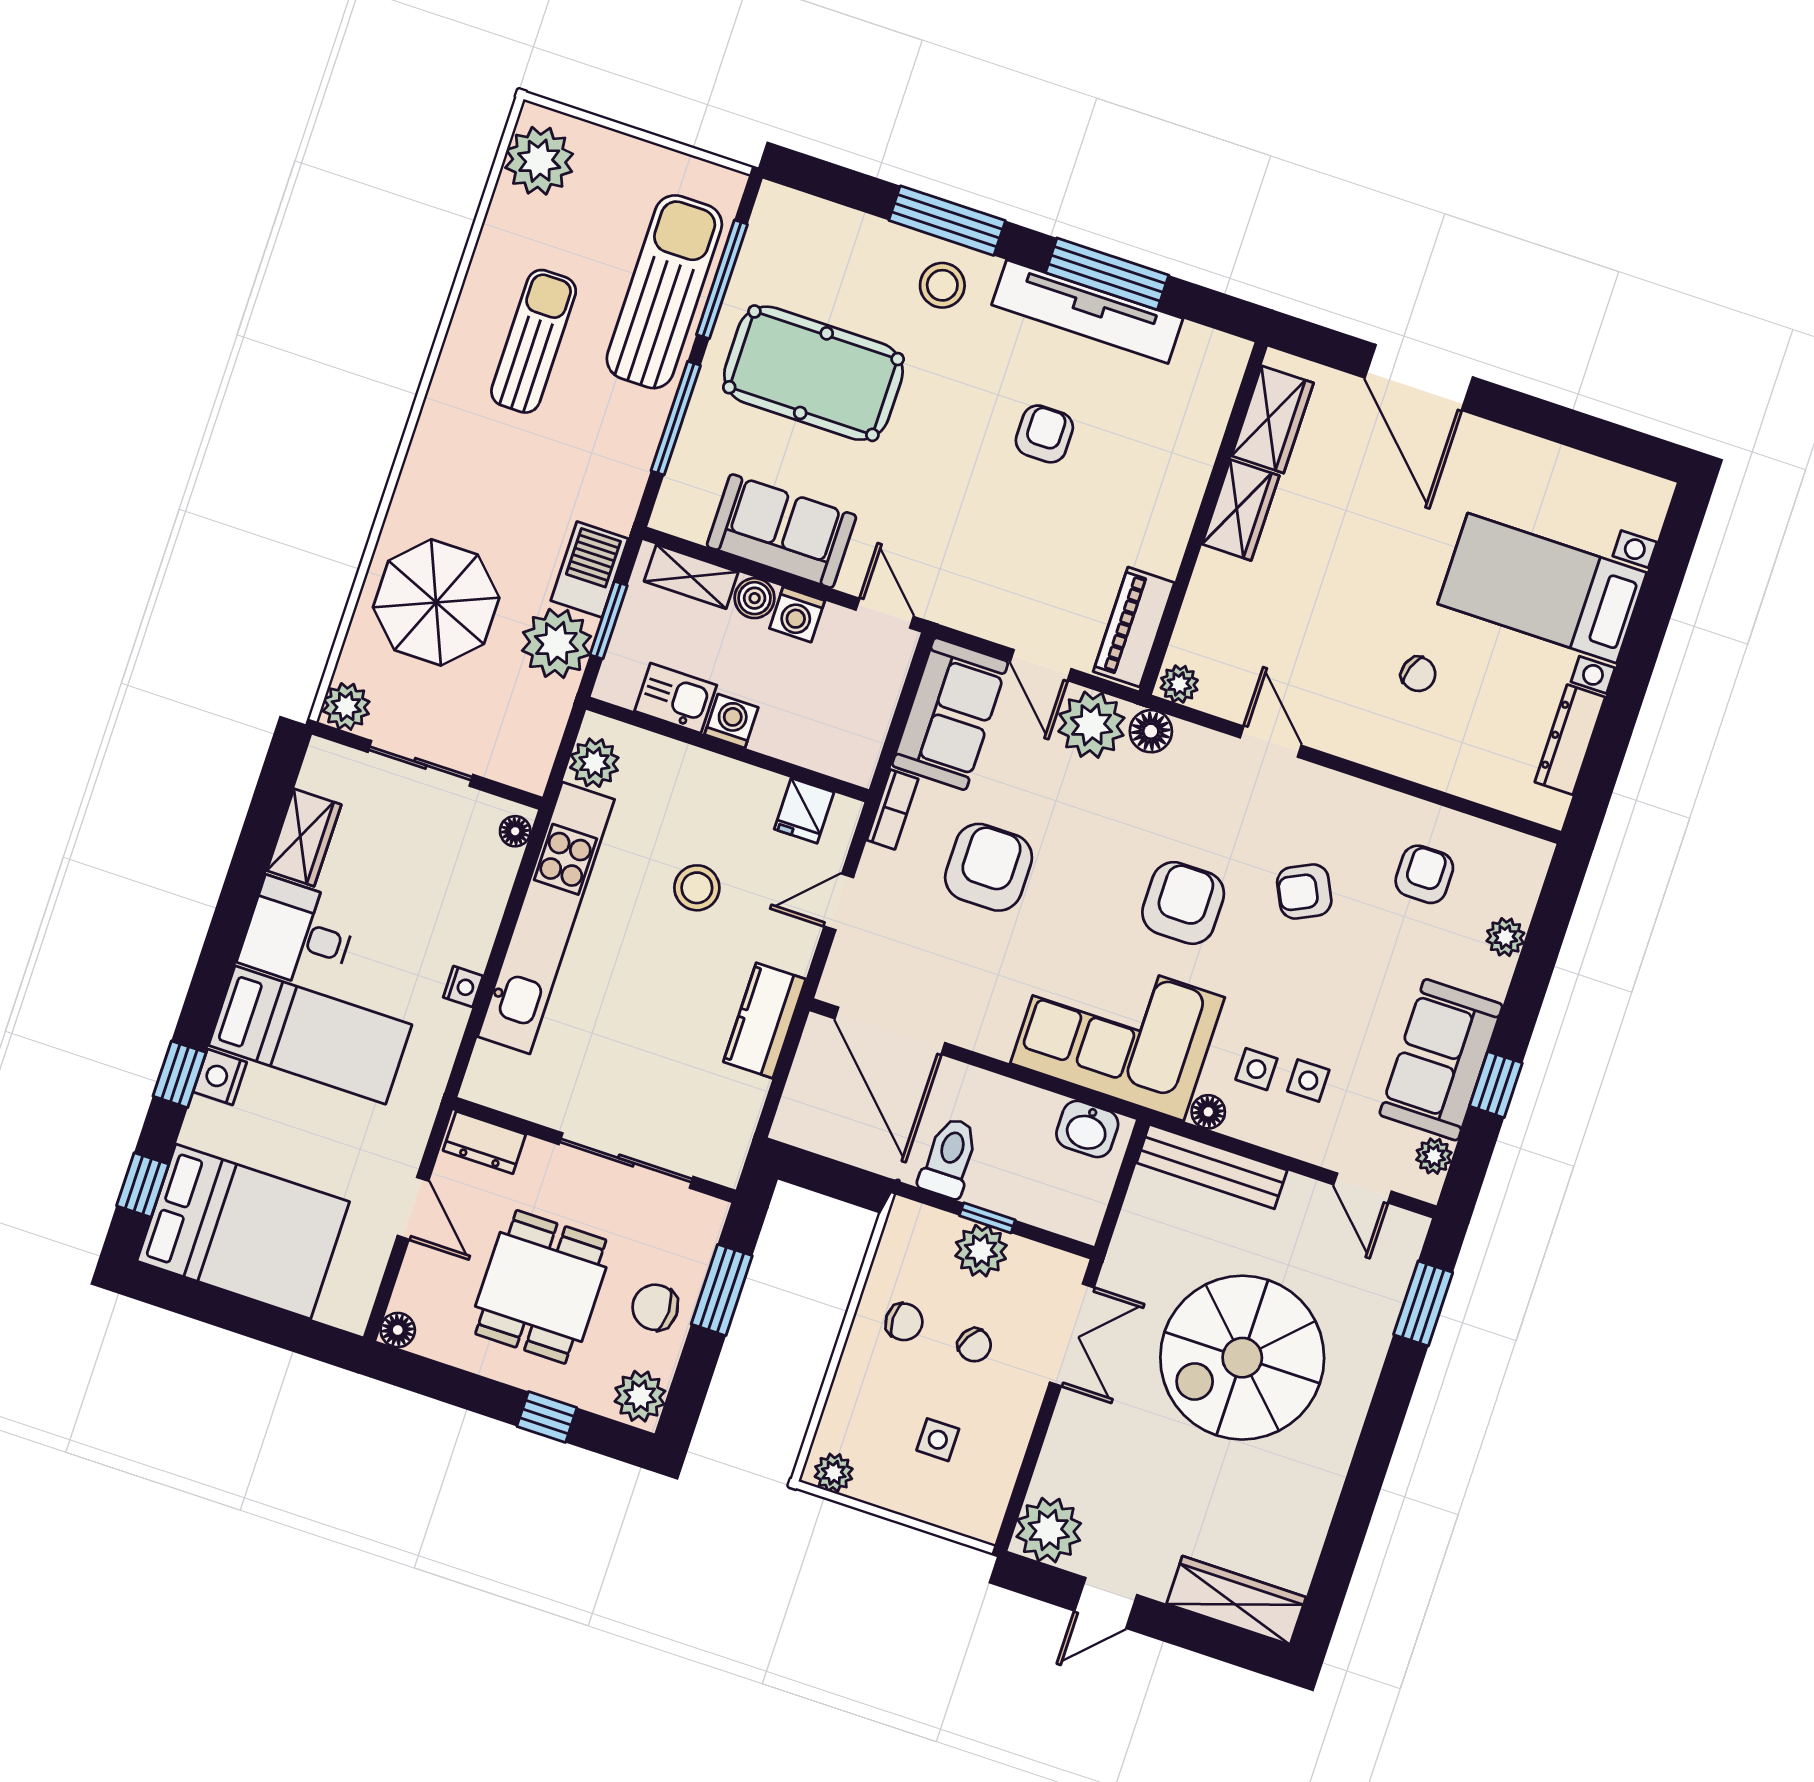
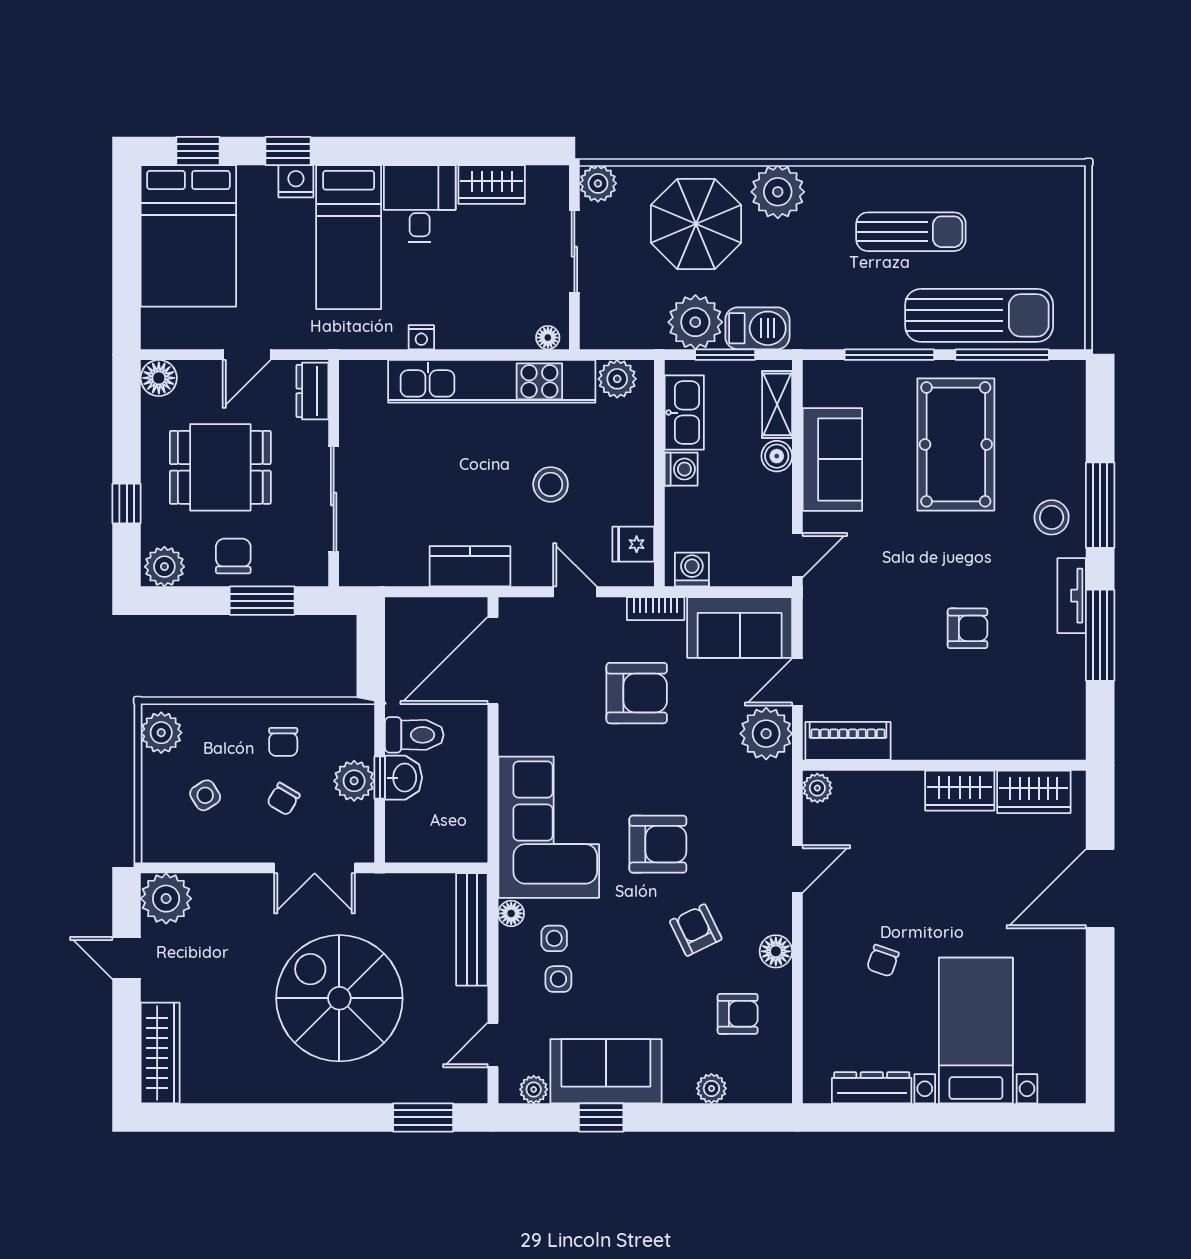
plant: (539, 161) -> (778, 192), moved
tv unit: (1087, 312) -> (1072, 596), width x0.52, depth x0.78
washing machine: (797, 615) -> (692, 569), moved, turned 90
kitchen sink: (676, 698) -> (684, 413), width x1.38
floor lamp: (1151, 731) -> (776, 951), moved
washbasin: (1087, 1129) -> (404, 778), moved, turned 180
floor lamp: (398, 1330) -> (159, 378), width x1.37, depth x1.37
side table: (938, 1440) -> (205, 795), turned -32
plant: (834, 1473) -> (161, 733), width x1.38, depth x1.38

